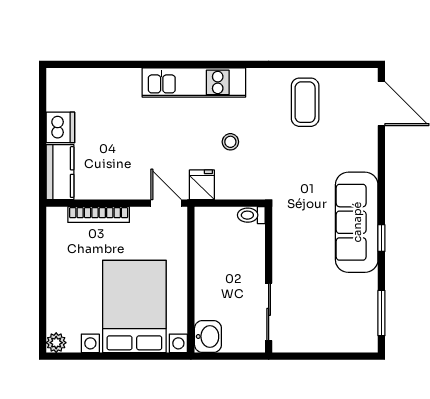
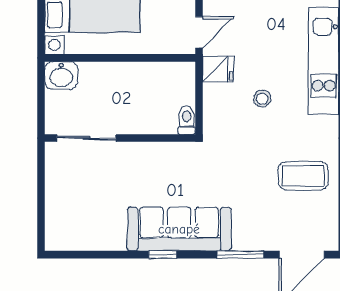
window: (381, 313) -> (240, 255), moved

